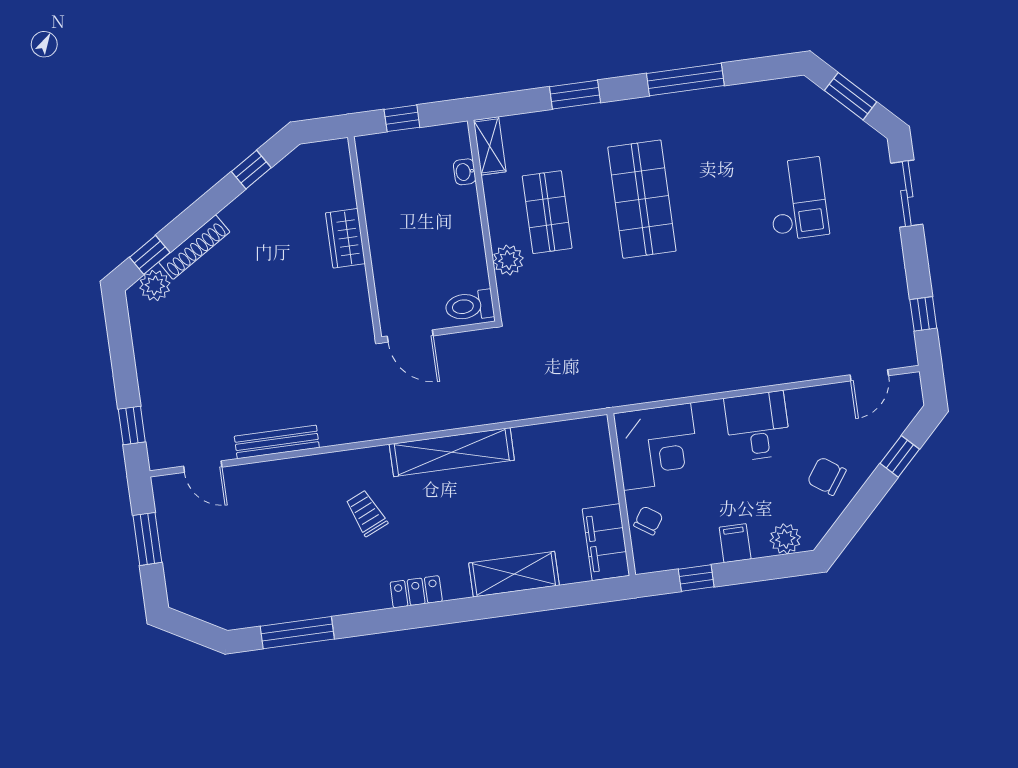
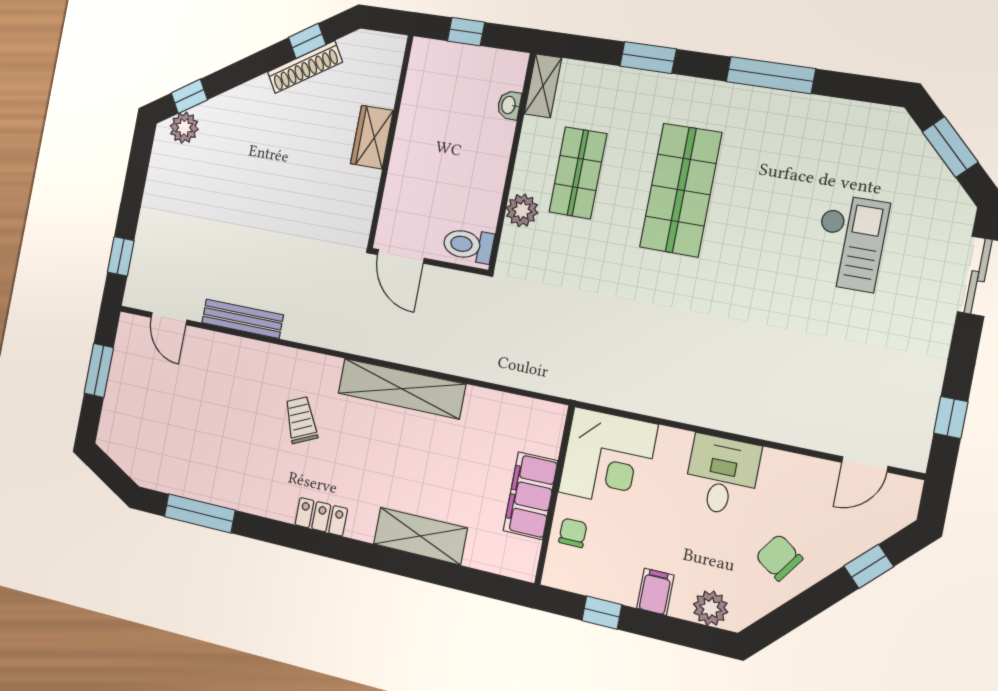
shoe rack: (194, 247) -> (305, 67), moved
chair: (648, 521) -> (573, 533), turned -34
filing cabinet: (606, 542) -> (530, 496), moved

